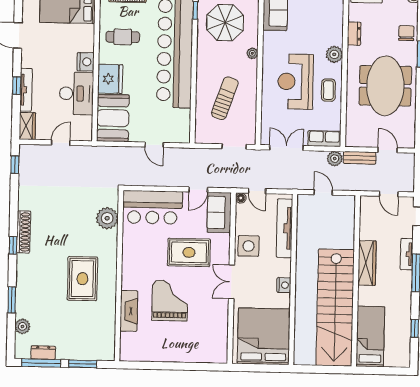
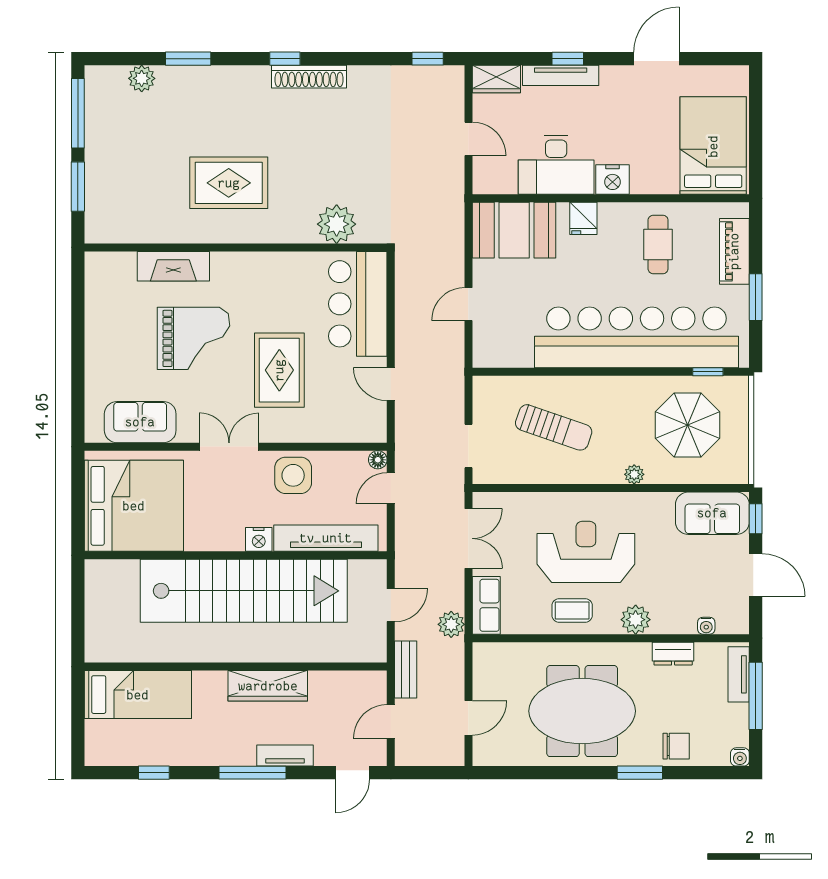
water cooler: (339, 15) -> (706, 626), added
fridge: (110, 79) -> (583, 218), width x0.53, depth x0.75
bench: (360, 158) -> (406, 670), moved
sofa: (219, 212) -> (140, 422), moved
nightstand: (284, 285) -> (259, 539), moved
stairs: (335, 308) -> (244, 591), moved, turned 180
dresser: (43, 353) -> (96, 116), removed

